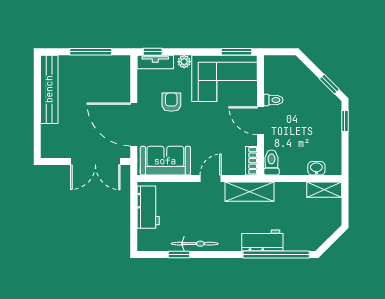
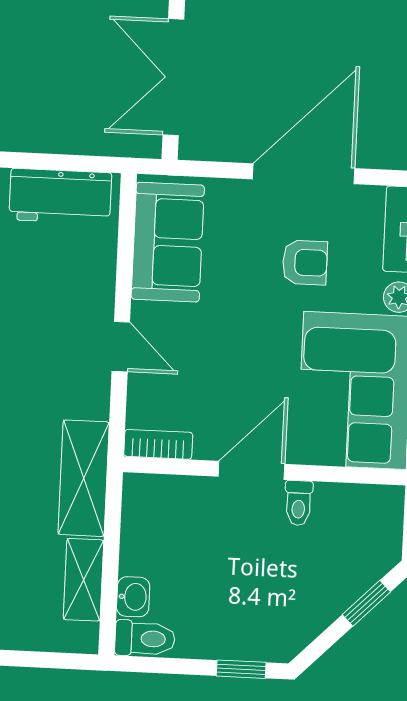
window: (329, 84) -> (366, 603), moved
door: (134, 124) -> (304, 174), moved
toilet: (271, 162) -> (145, 639), moved
shelving: (324, 190) -> (84, 580), moved
shelving: (249, 192) -> (84, 478), moved

